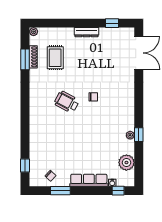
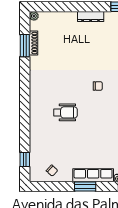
rug: (55, 58) -> (57, 44), removed
wheelchair: (67, 102) -> (65, 112), moved, turned 152
window: (60, 191) -> (85, 187), moved

